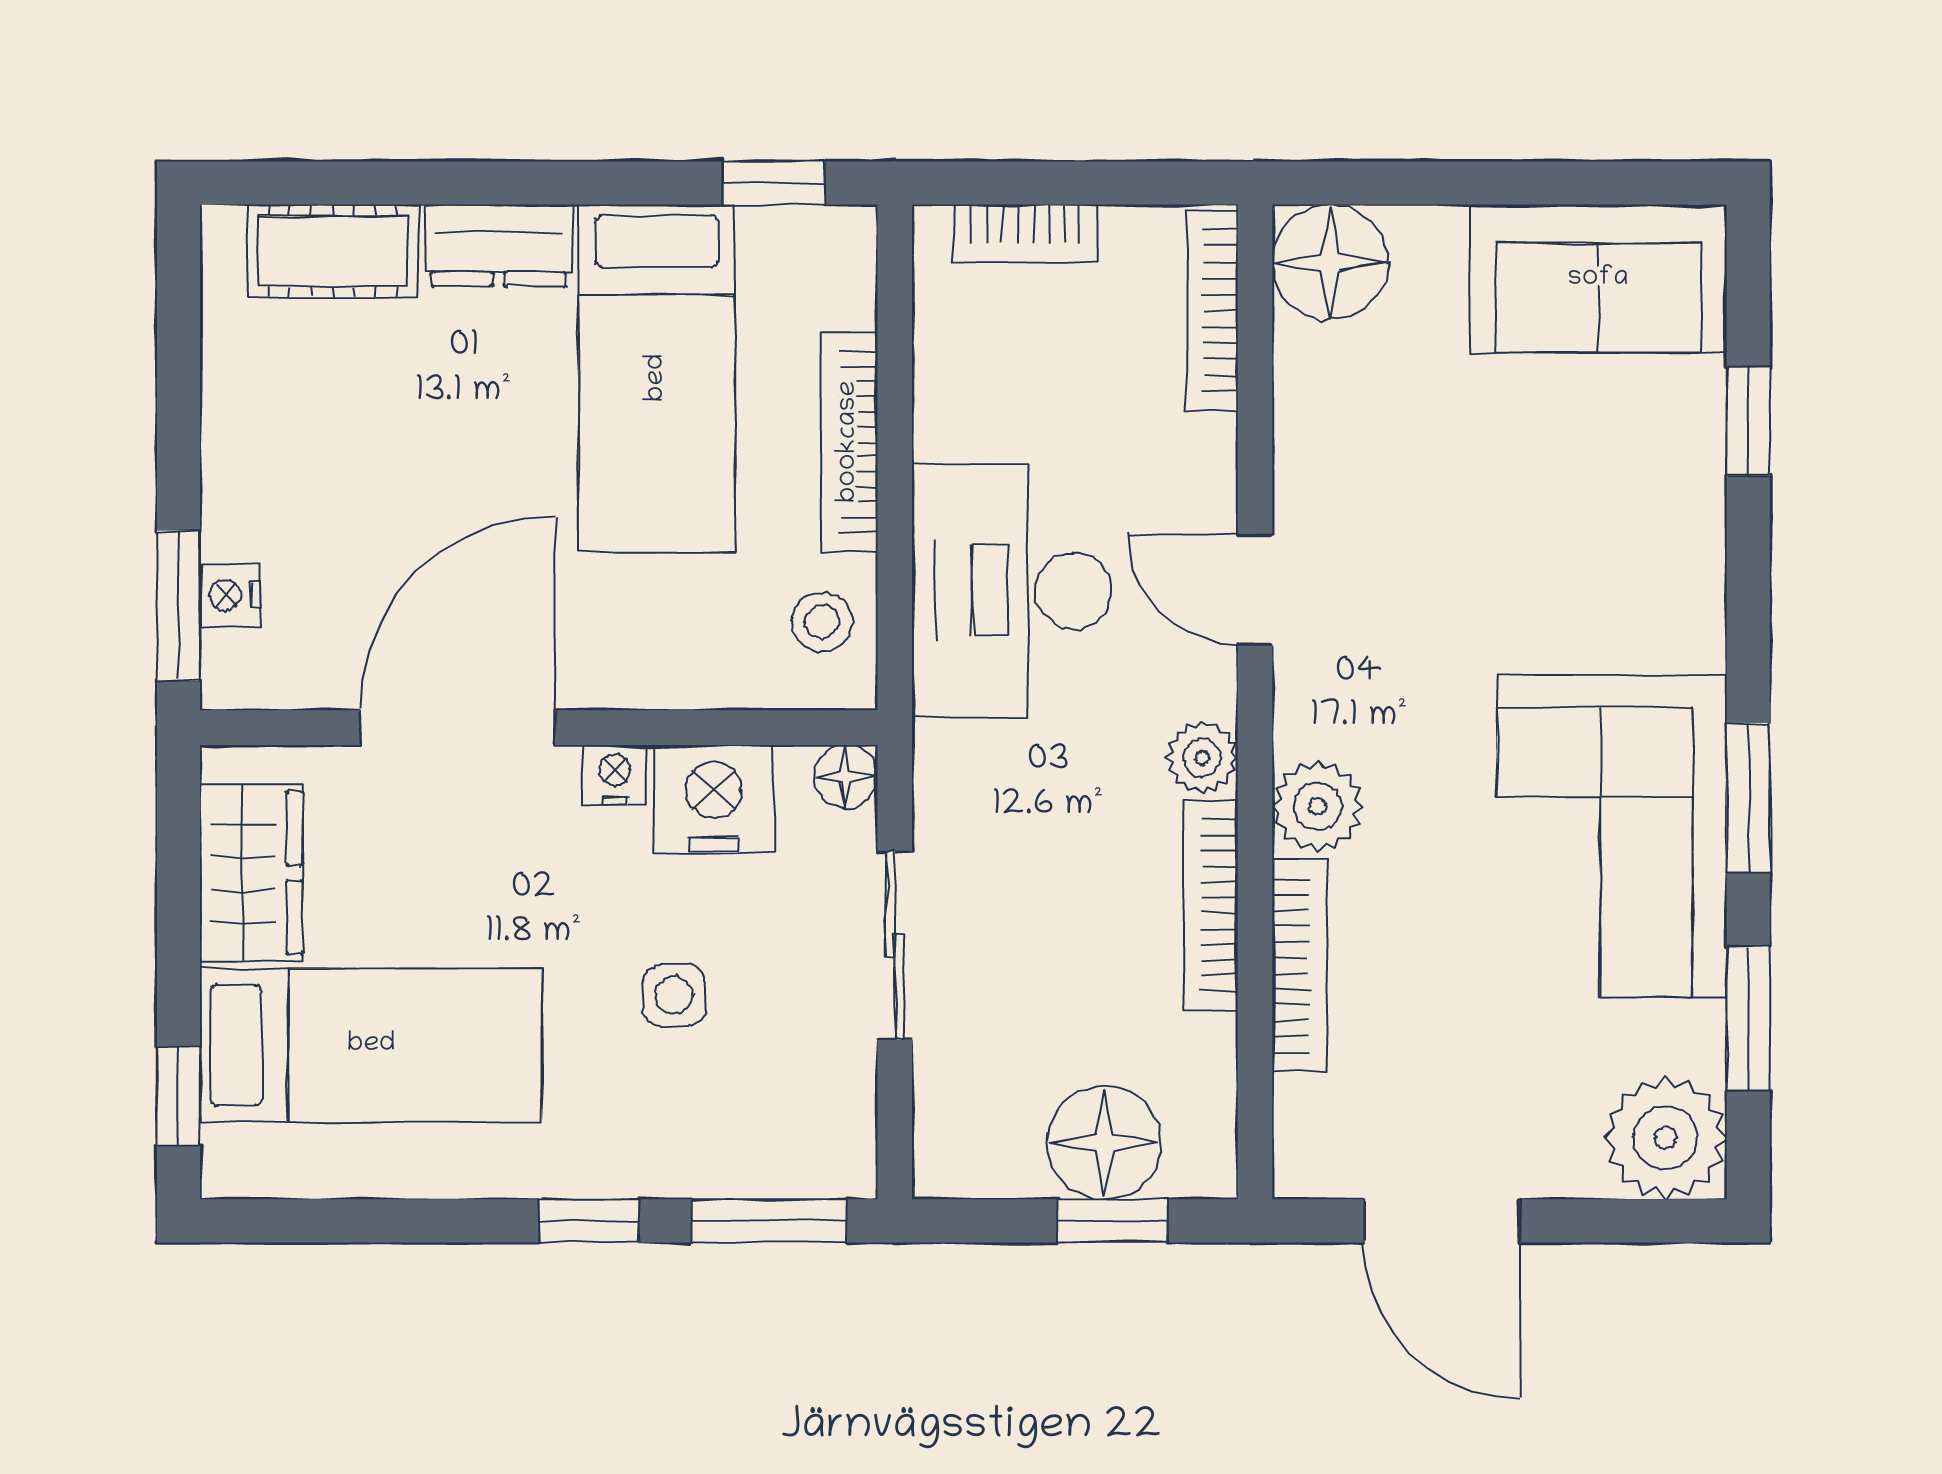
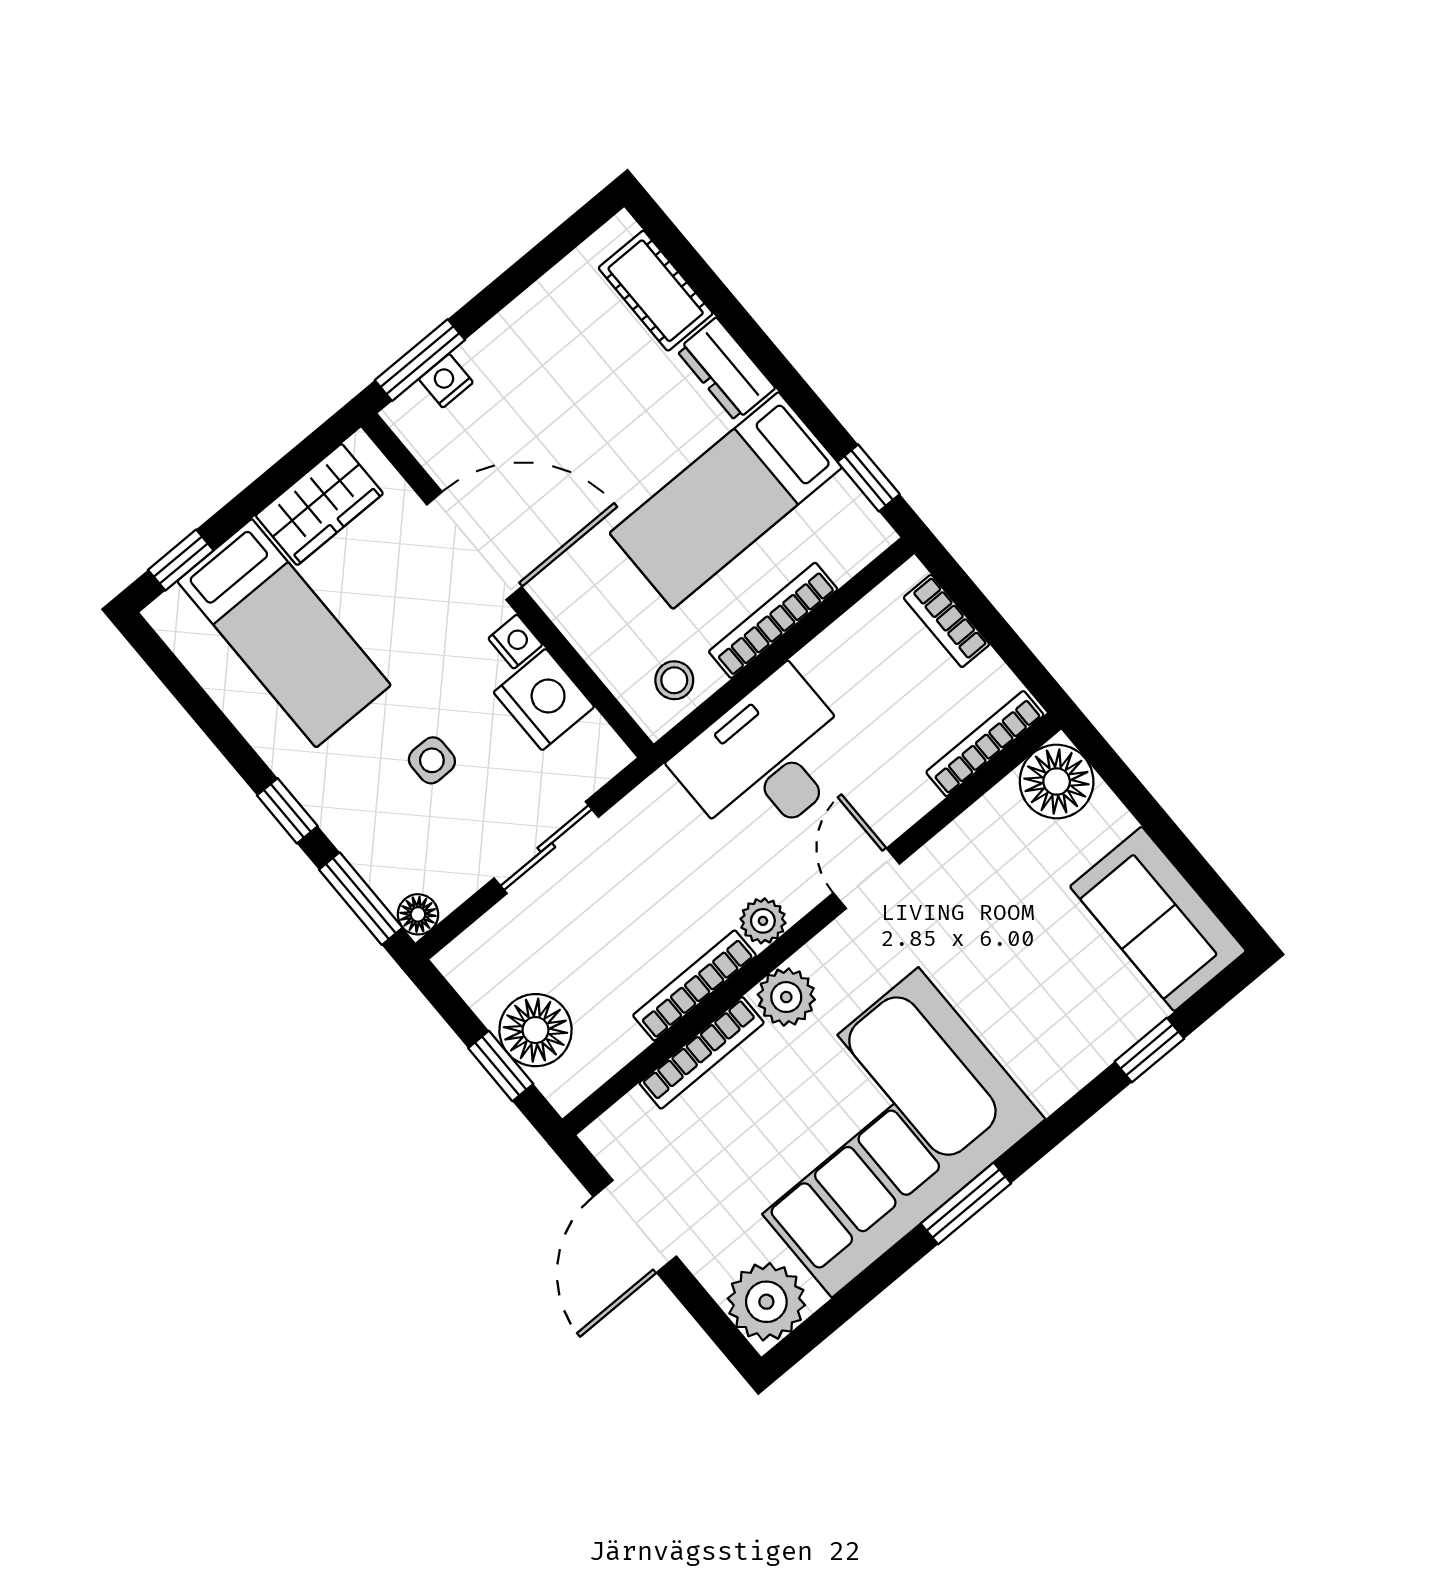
floor lamp: (846, 777) -> (418, 914), moved
corner sofa: (1612, 836) -> (875, 1132), width x1.36, depth x1.36
window: (1748, 1018) -> (858, 1293), removed

